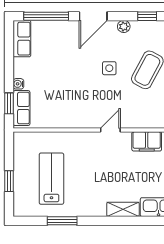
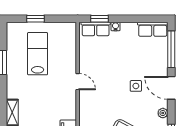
side table: (109, 68) -> (136, 86), moved
door: (110, 130) -> (78, 82), moved
lab bench: (51, 179) -> (38, 54), turned -90

